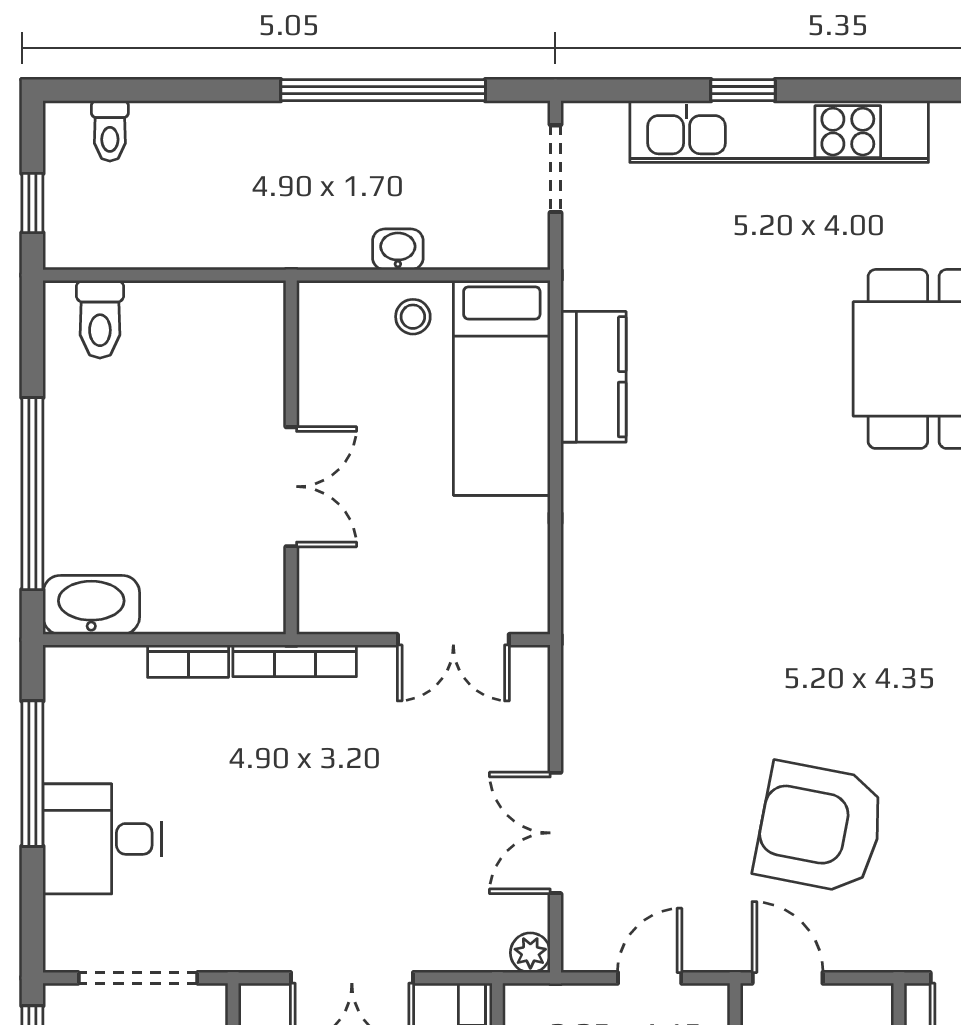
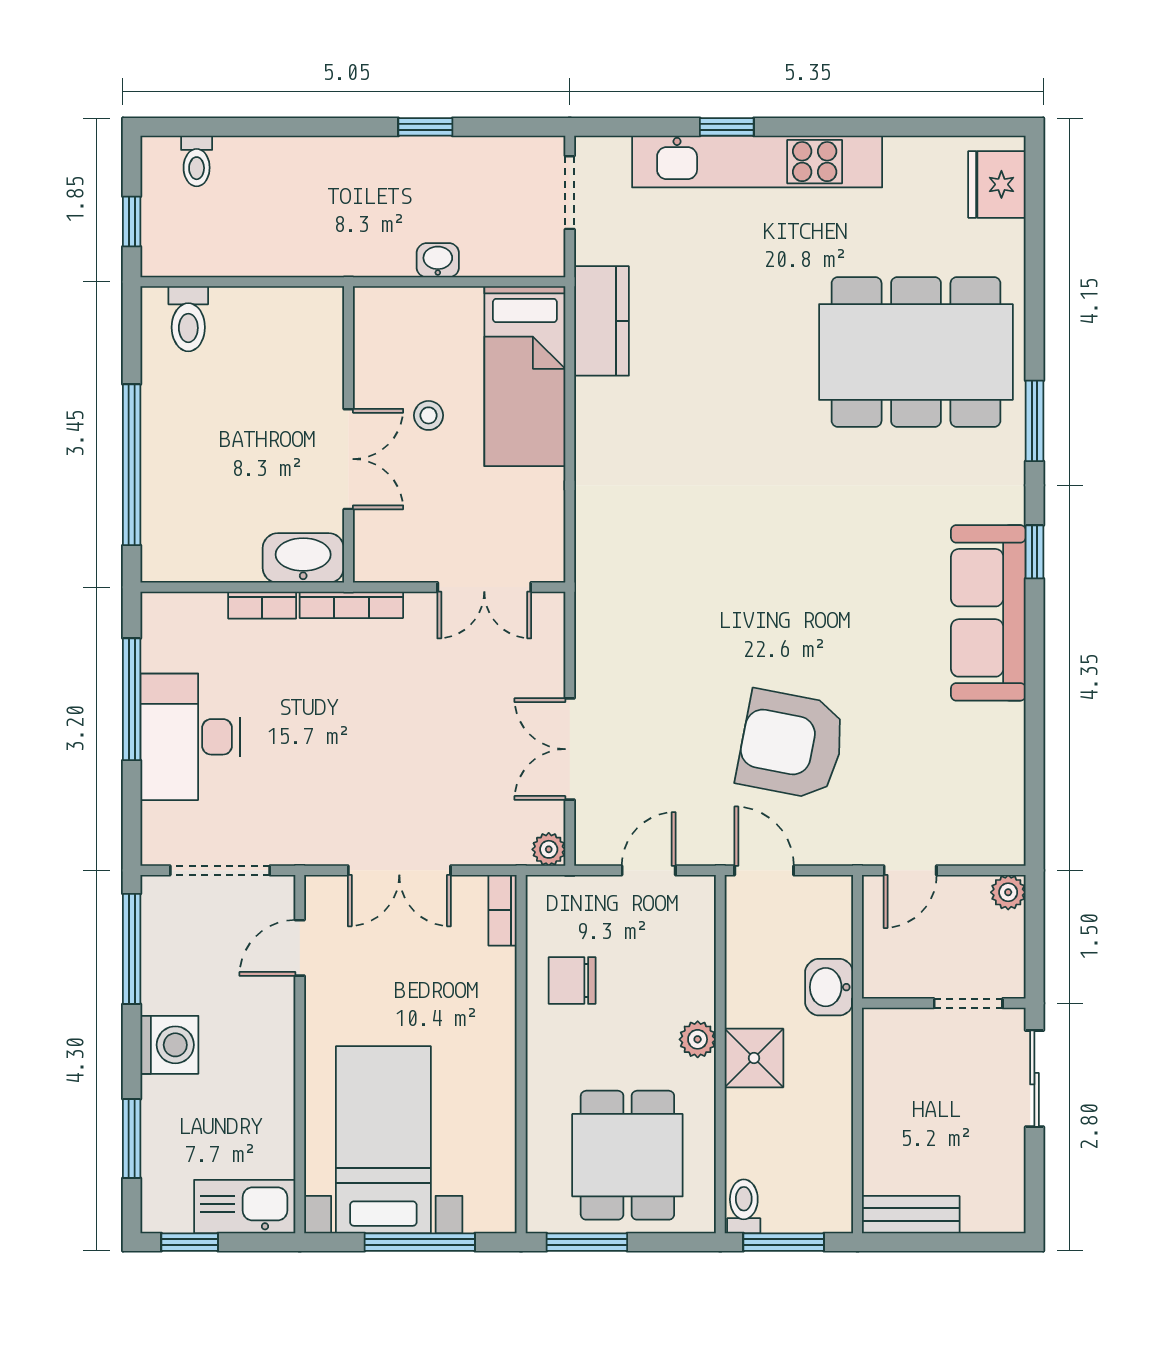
window: (383, 90) -> (425, 127), width x0.32
stool: (413, 317) -> (429, 415), moved
kitchen counter: (593, 377) -> (602, 321), moved
washbasin: (91, 605) -> (303, 558), moved
desk: (102, 839) -> (190, 737), width x1.37

